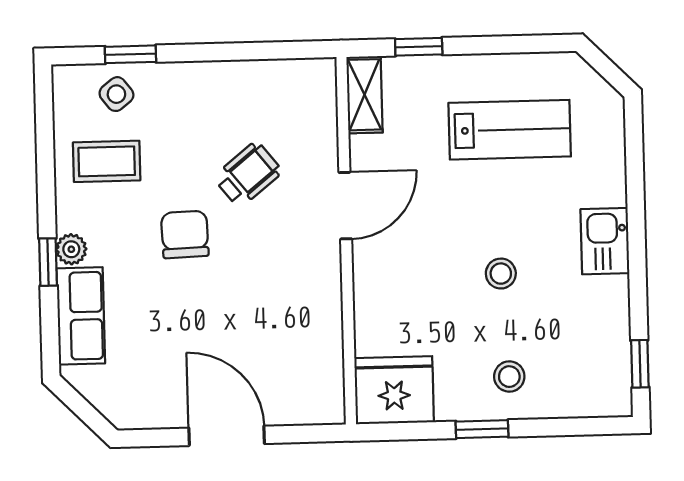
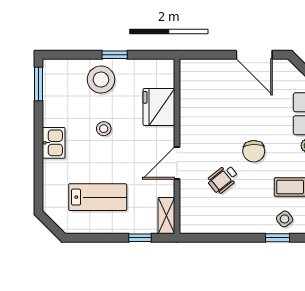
lab bench: (510, 130) -> (98, 197), turned 180
window: (640, 364) -> (39, 84), width x1.50
stool: (509, 377) -> (101, 80), width x1.89, depth x1.89
fridge: (394, 390) -> (159, 107), moved, turned 90
door: (227, 436) -> (254, 55), moved

